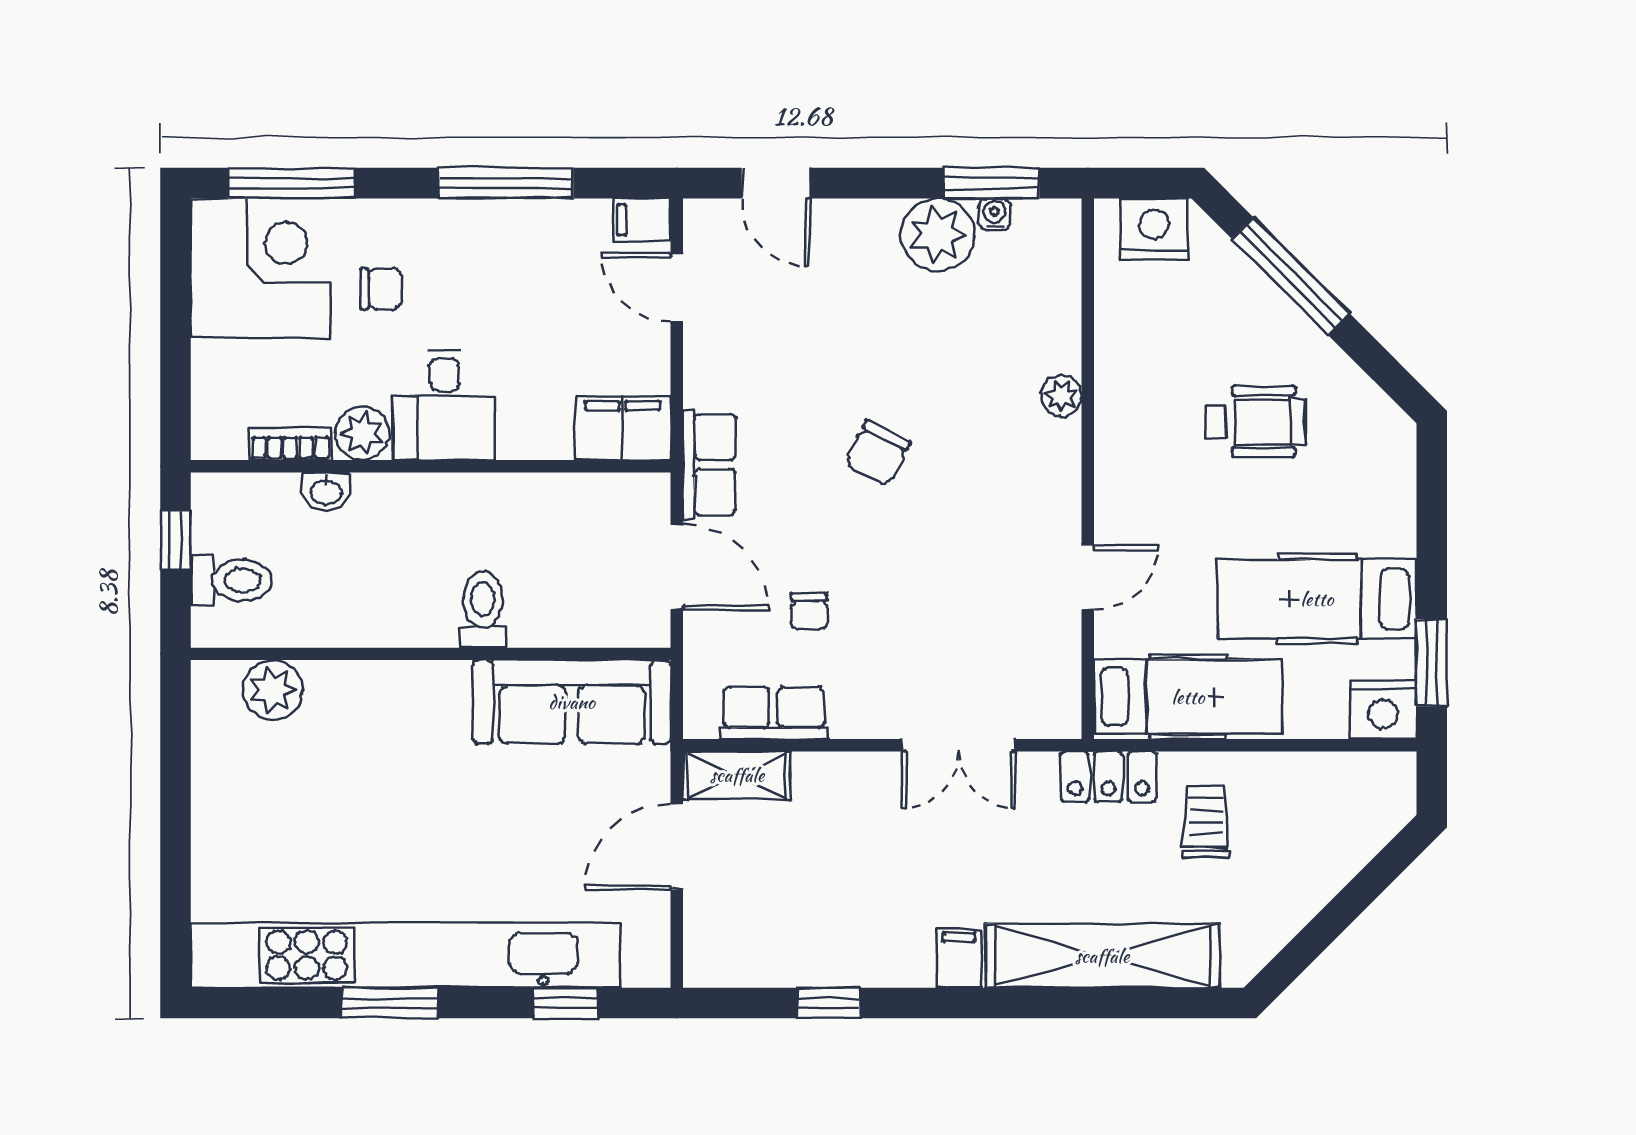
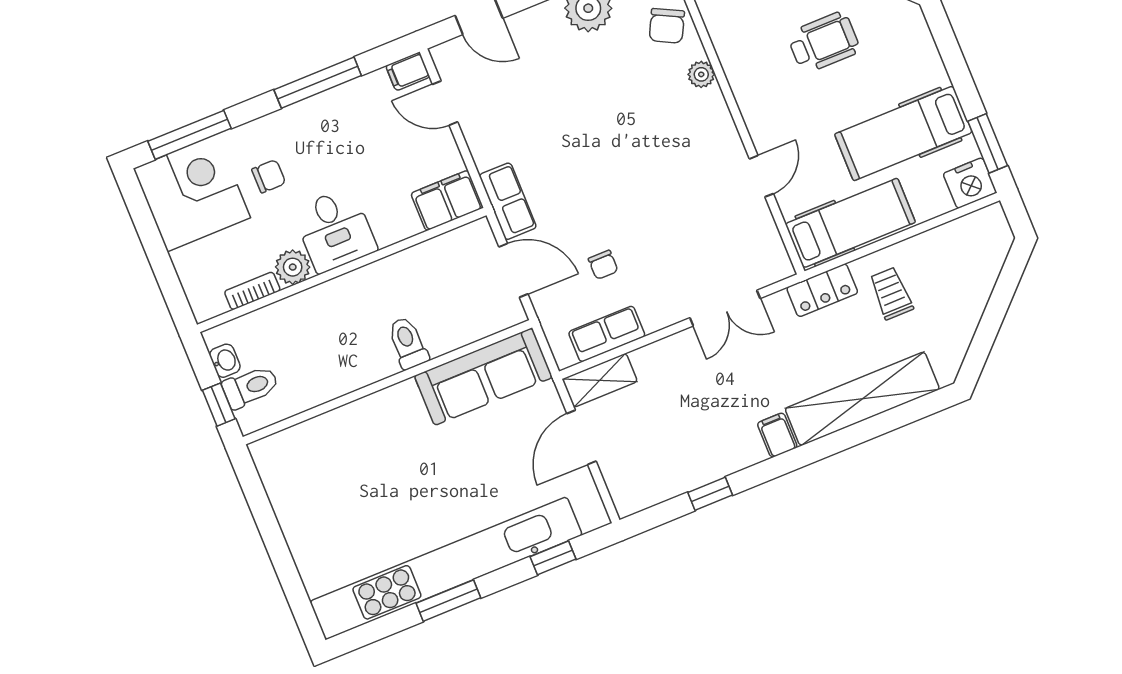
chair: (878, 453) -> (667, 26), moved
washbasin: (326, 491) -> (225, 361), moved, turned -90
window: (176, 540) -> (219, 405), moved
plant: (273, 690) -> (302, 442), removed

